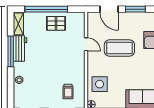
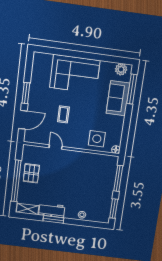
door: (86, 44) -> (56, 147), hinge flipped
coffee table: (119, 48) -> (63, 114), width x0.54, depth x0.58
window: (11, 51) -> (53, 219), width x0.69
trolley: (68, 91) -> (100, 170), removed

